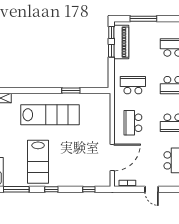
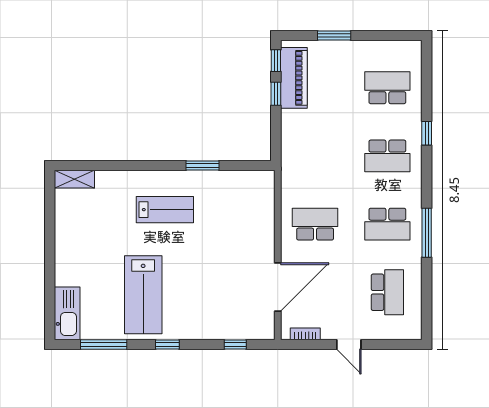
window: (143, 19) -> (334, 36), width x0.69
school desk: (133, 85) -> (315, 156), removed
lab bench: (50, 115) -> (165, 210), width x0.54, depth x0.72
school desk: (133, 123) -> (315, 224), turned 90

